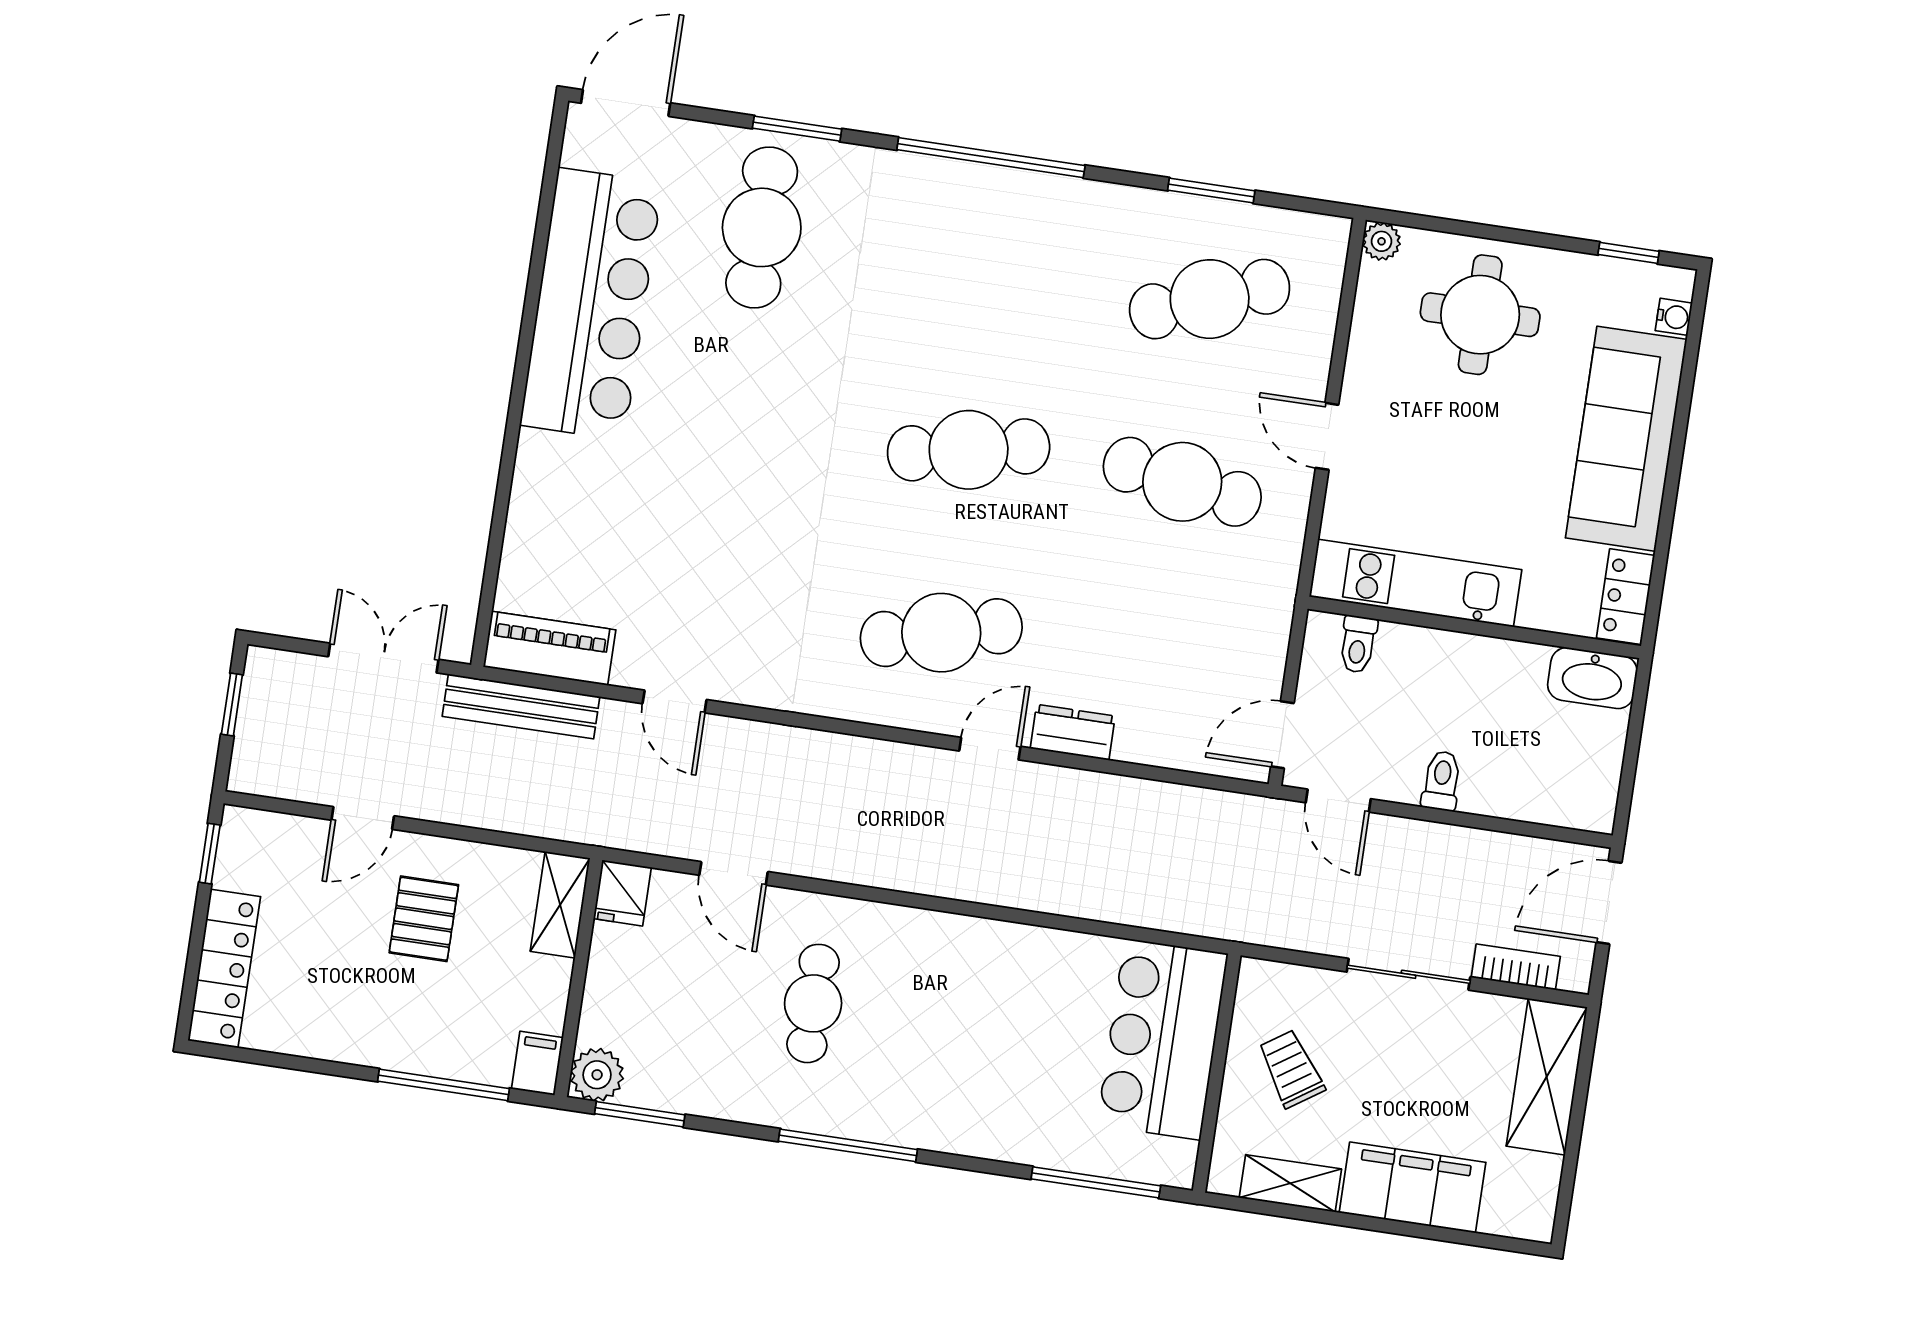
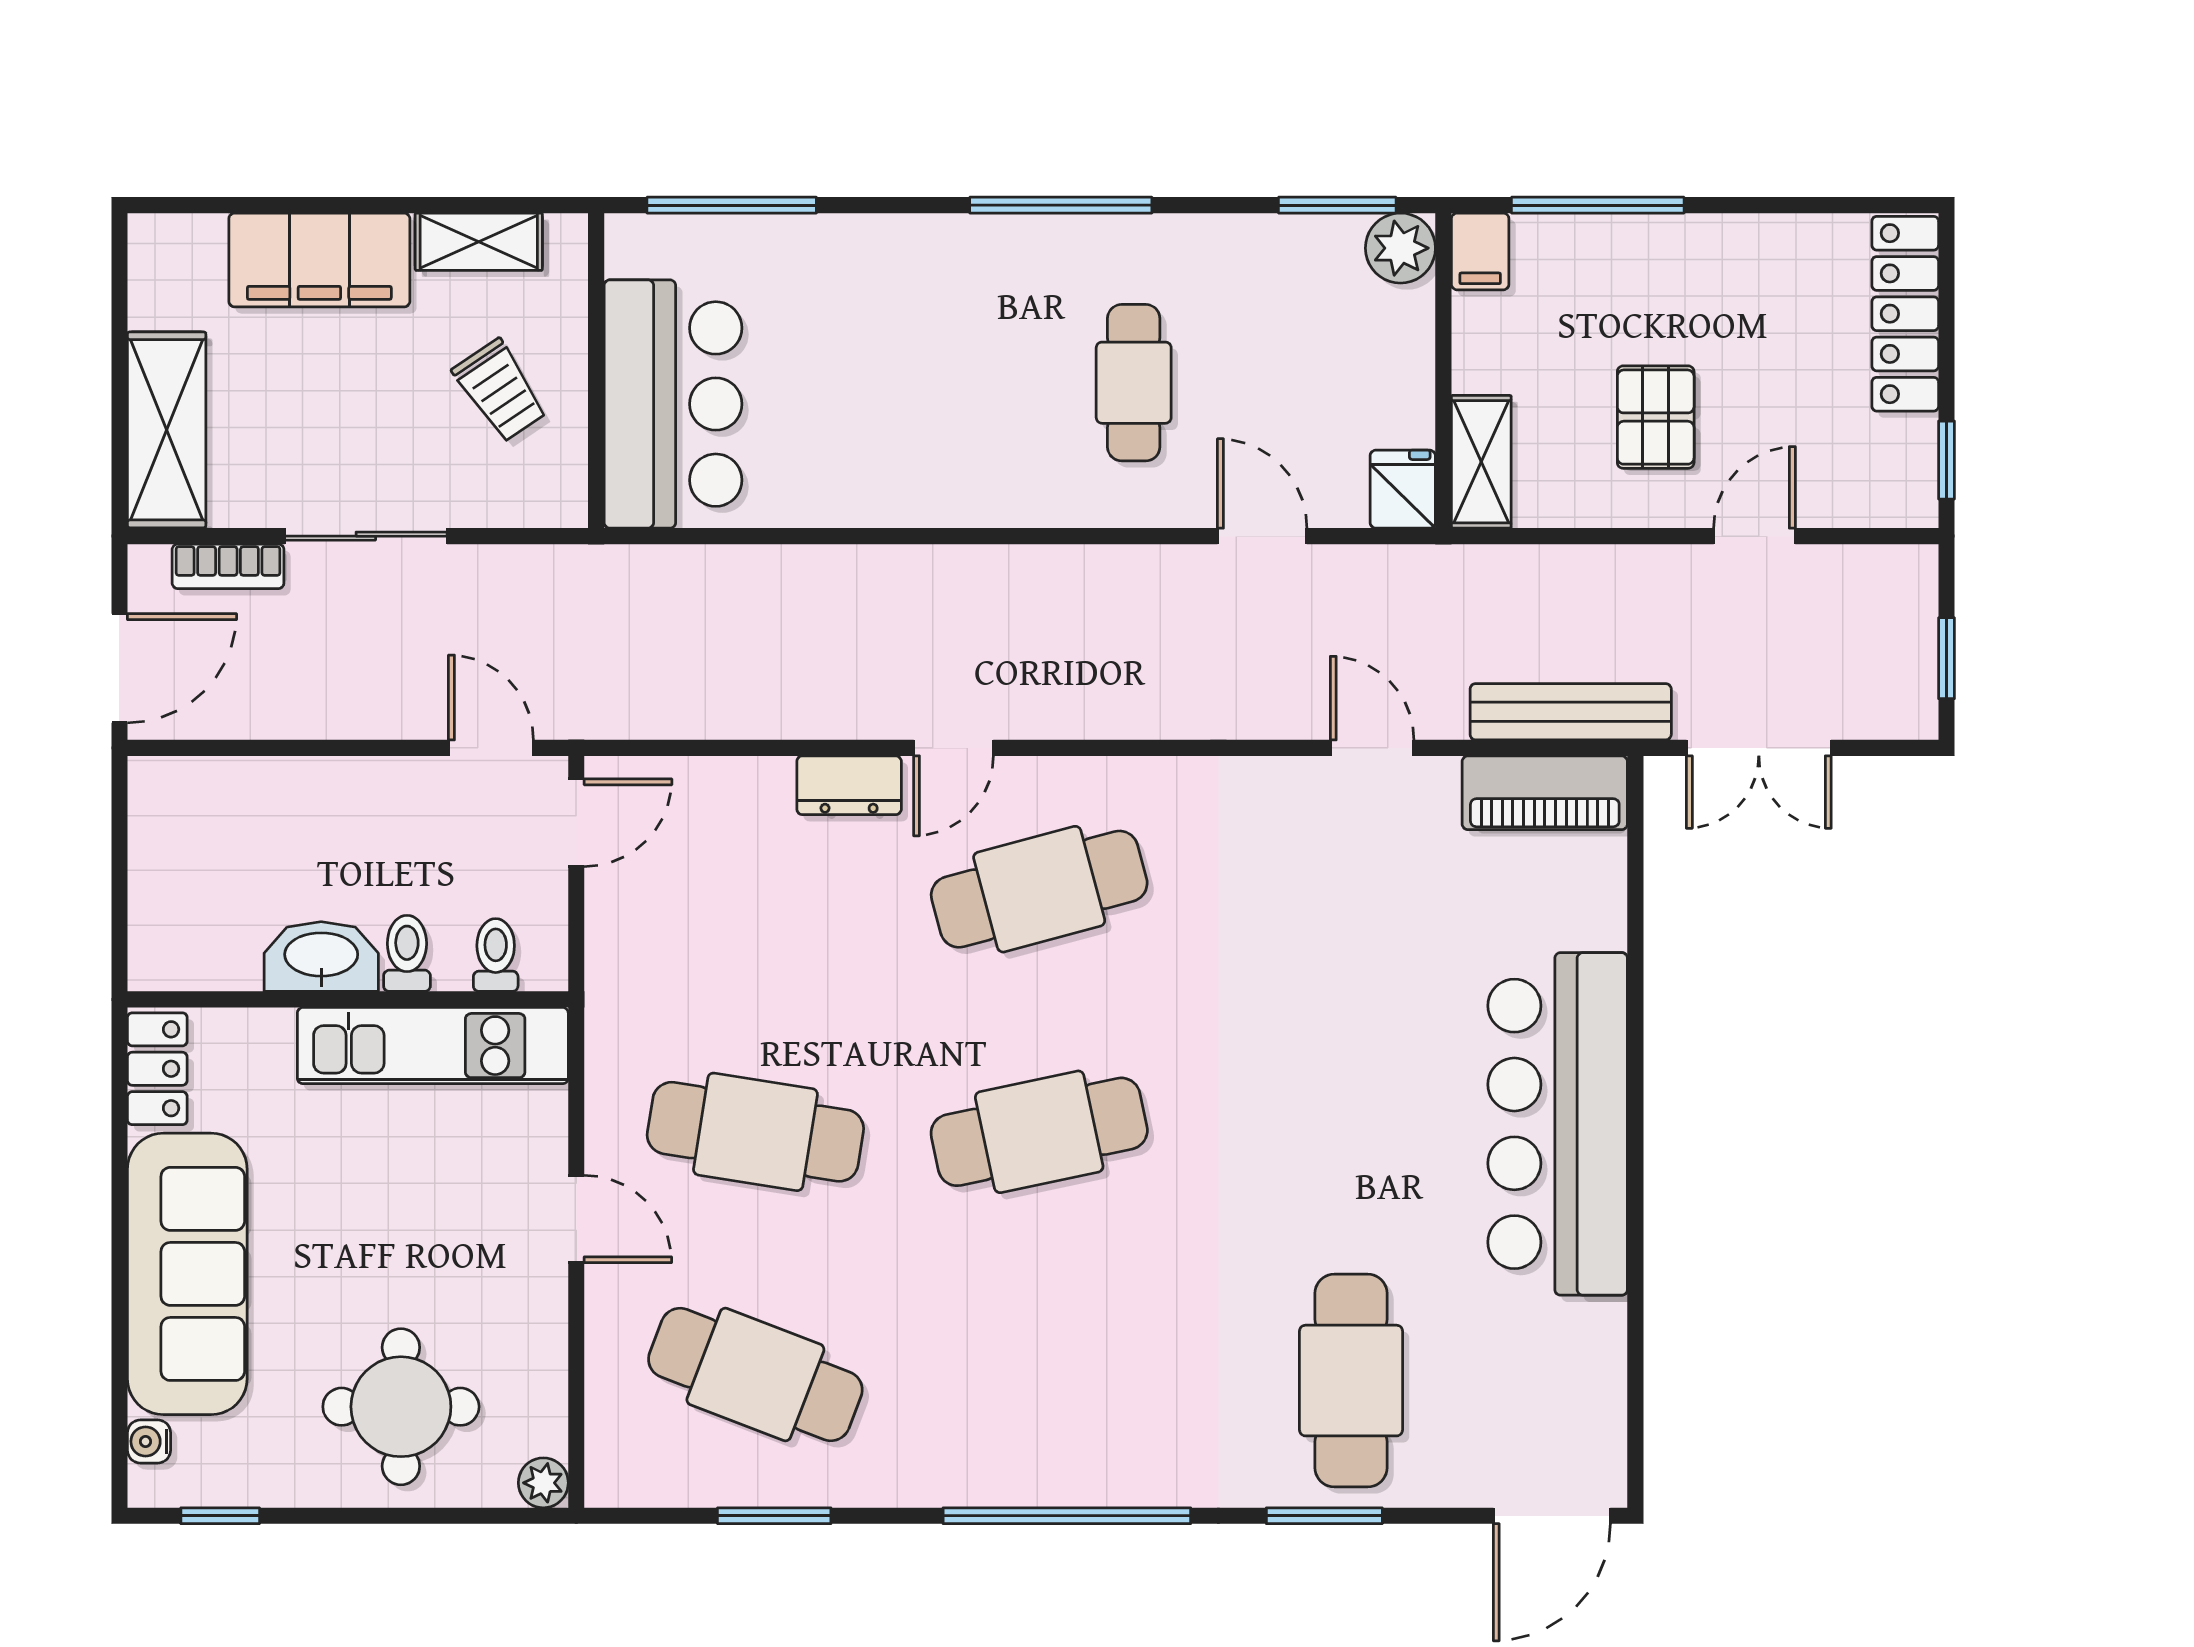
cafe table: (1210, 299) -> (755, 1374), turned 42
bar counter: (591, 304) -> (1558, 1124), moved
washbasin: (1592, 678) -> (321, 957), moved
toilet: (1442, 781) -> (407, 953), moved, turned 180

